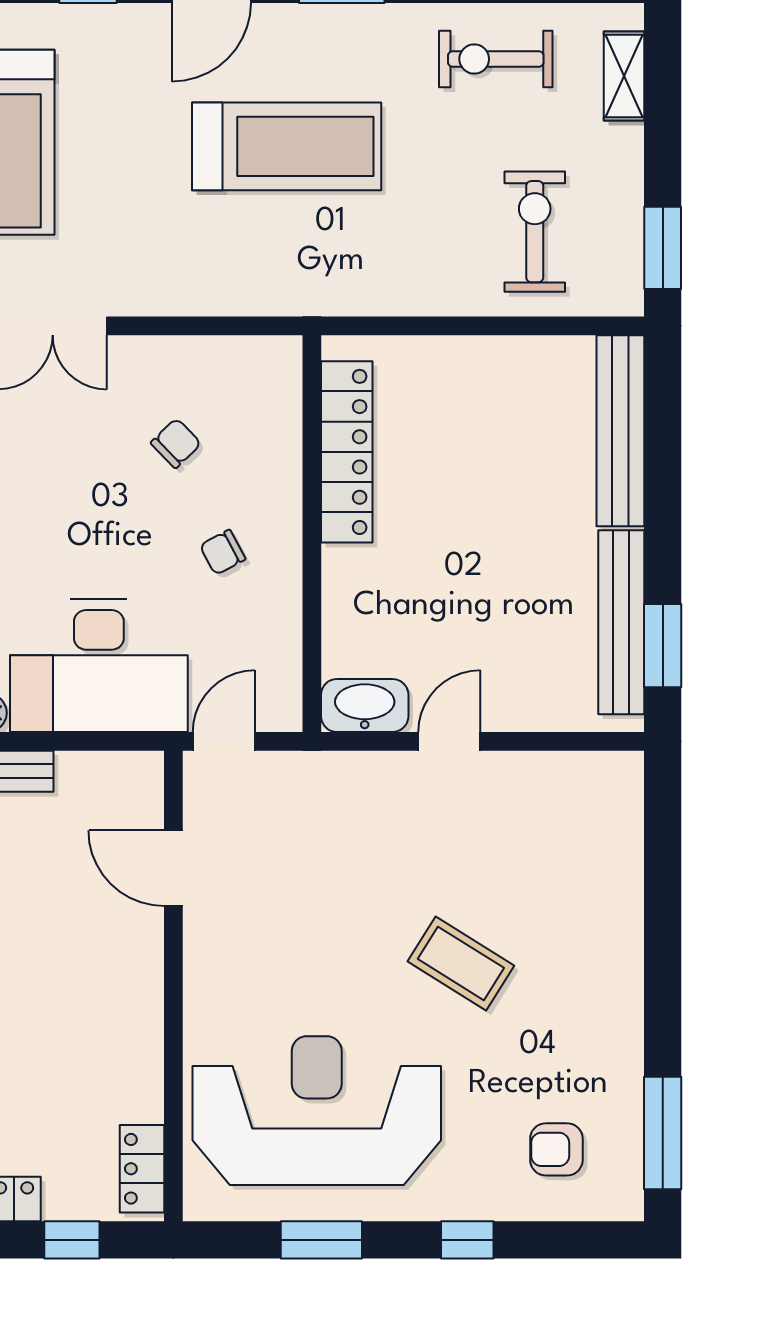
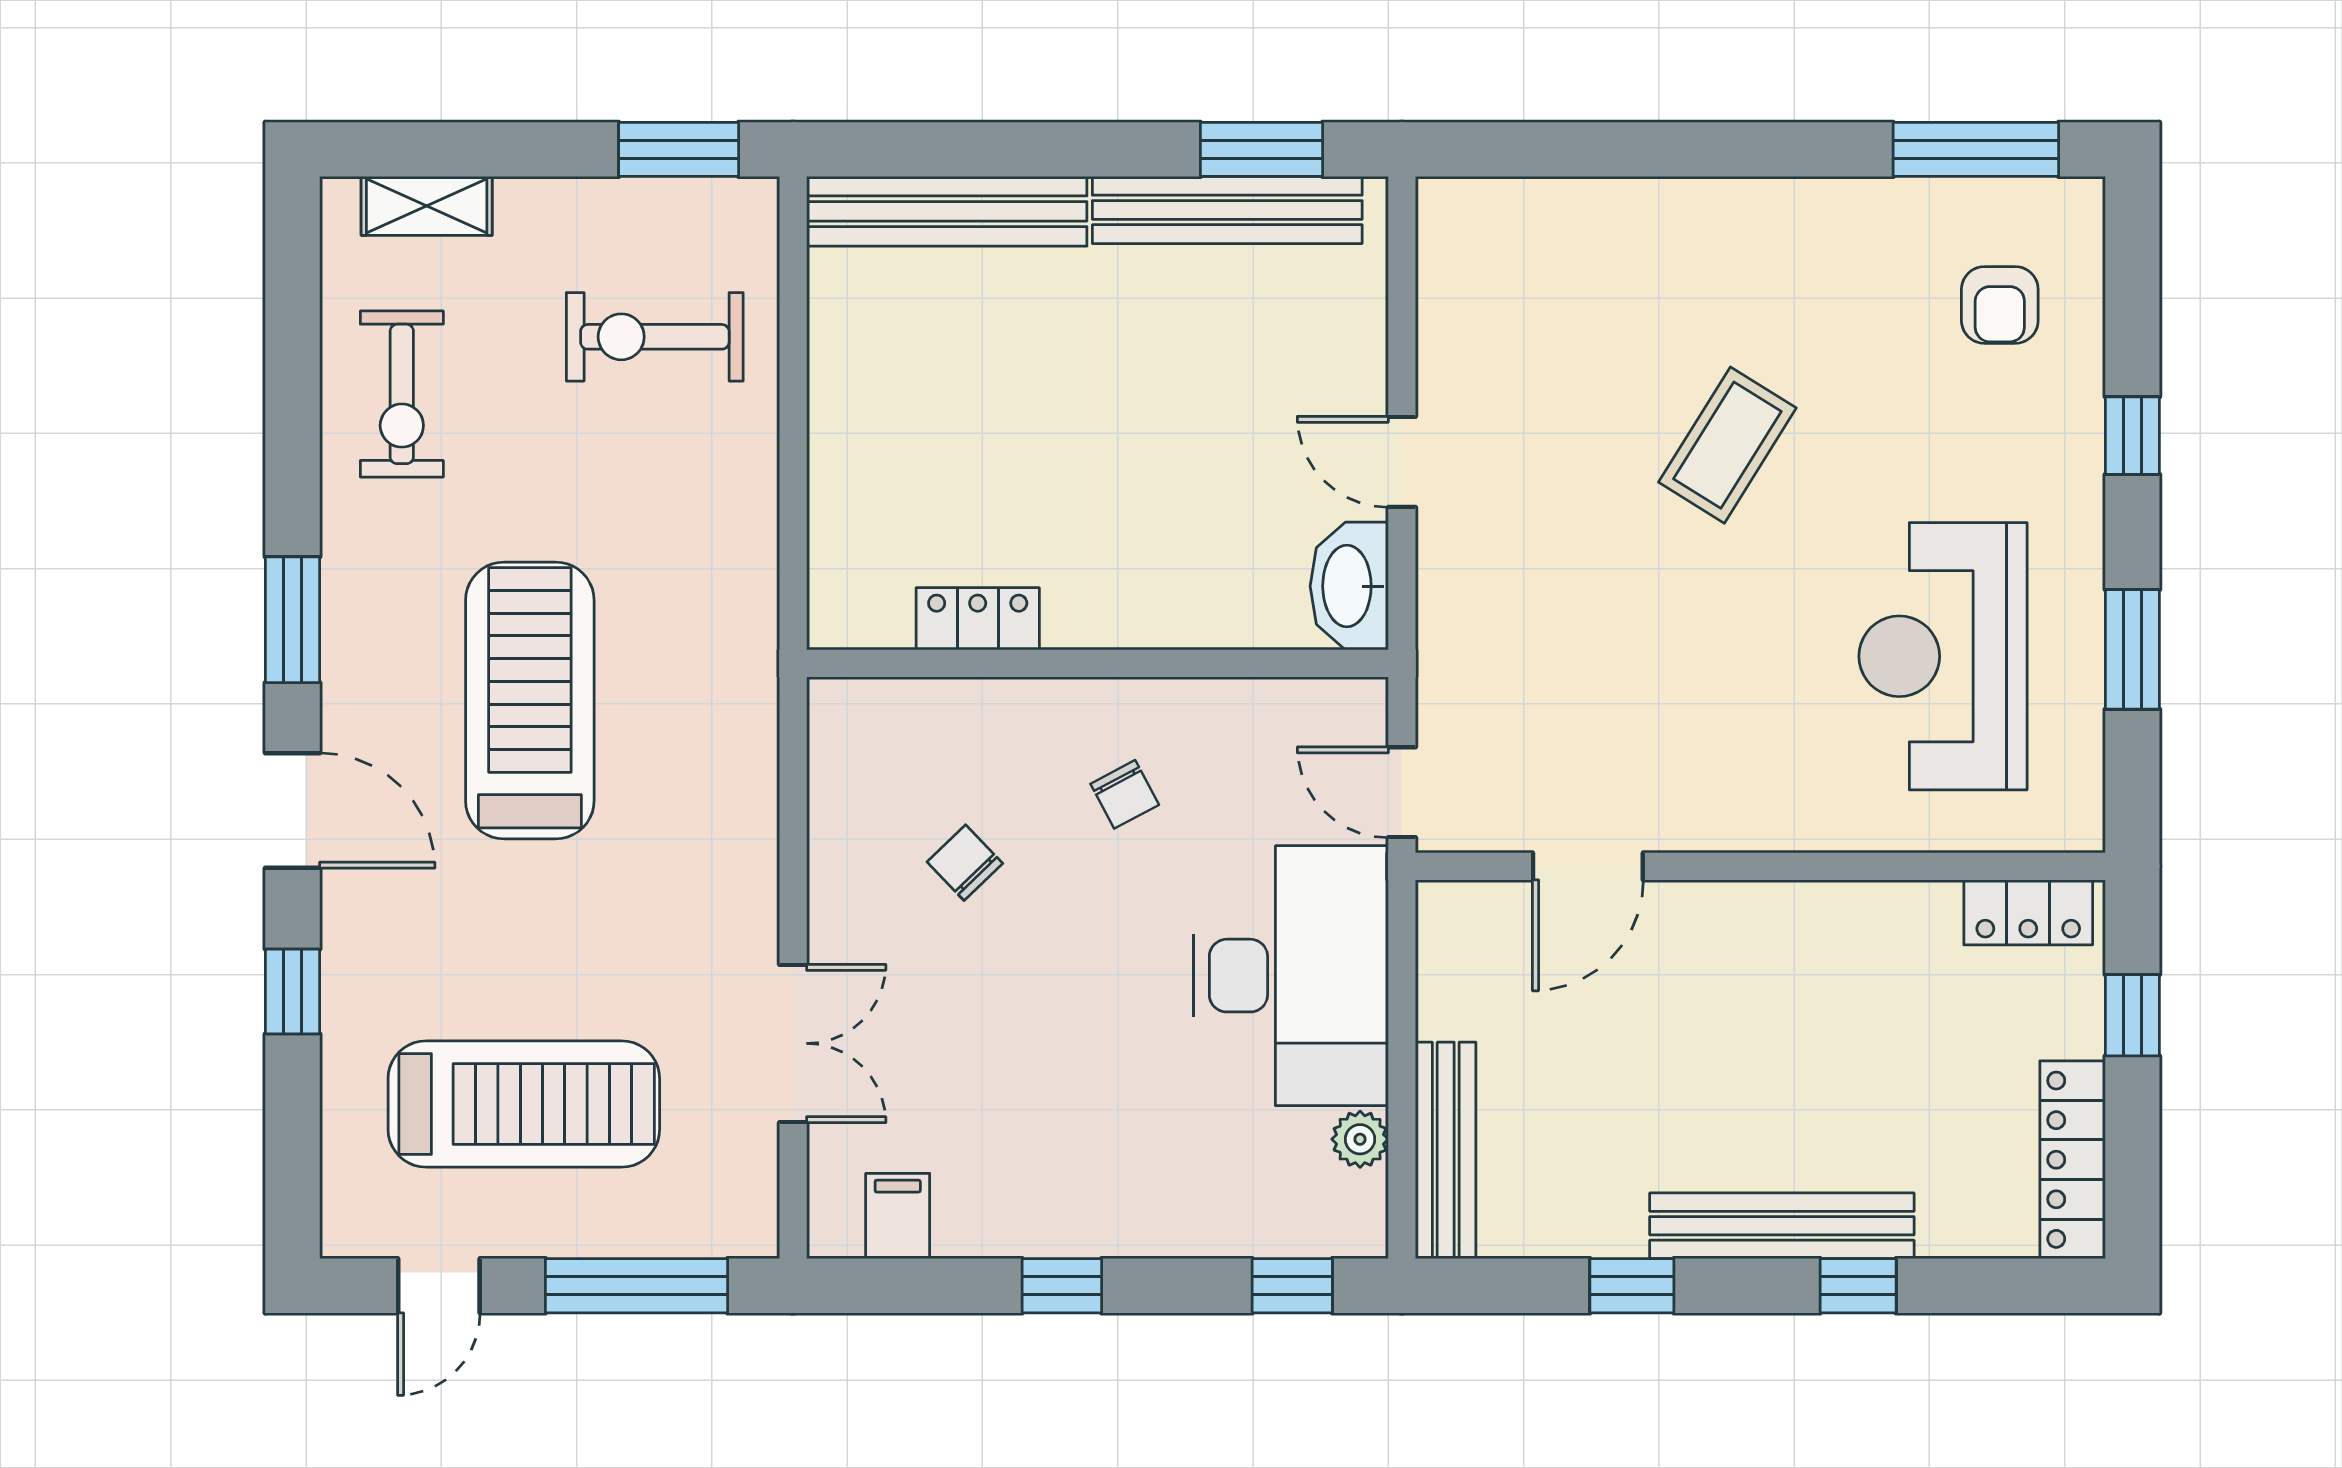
locker: (347, 452) -> (978, 619), width x0.46, depth x0.83
reception desk: (317, 1111) -> (1943, 656), width x0.74, depth x0.77

